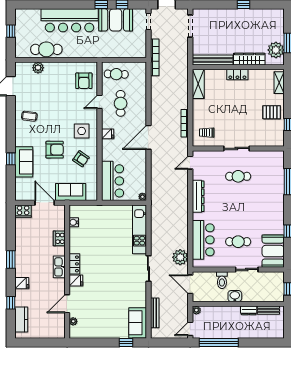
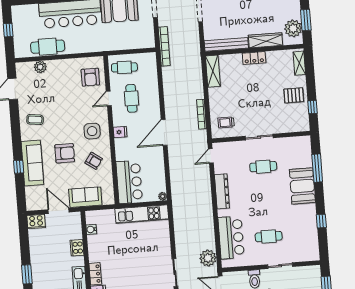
sofa: (24, 162) -> (32, 163), width x1.36
kitchen unit: (139, 229) -> (142, 214), moved, turned -90
booth: (273, 251) -> (302, 186), moved

